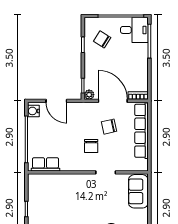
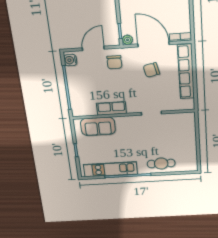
door: (56, 101) -> (93, 48), swing flipped
chair: (91, 146) -> (114, 62), moved
row of seats: (46, 164) -> (111, 108), moved
sofa: (138, 191) -> (98, 126), moved, turned -90

